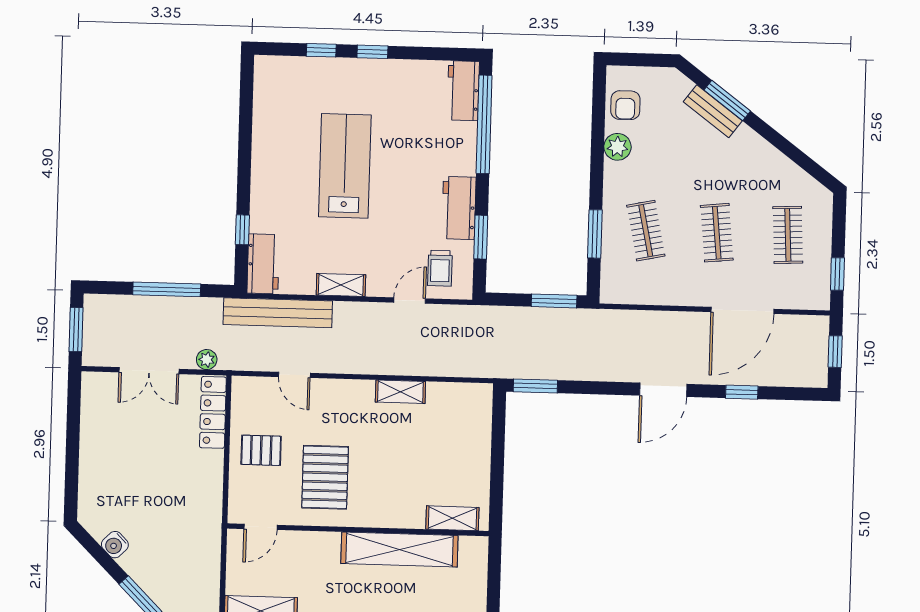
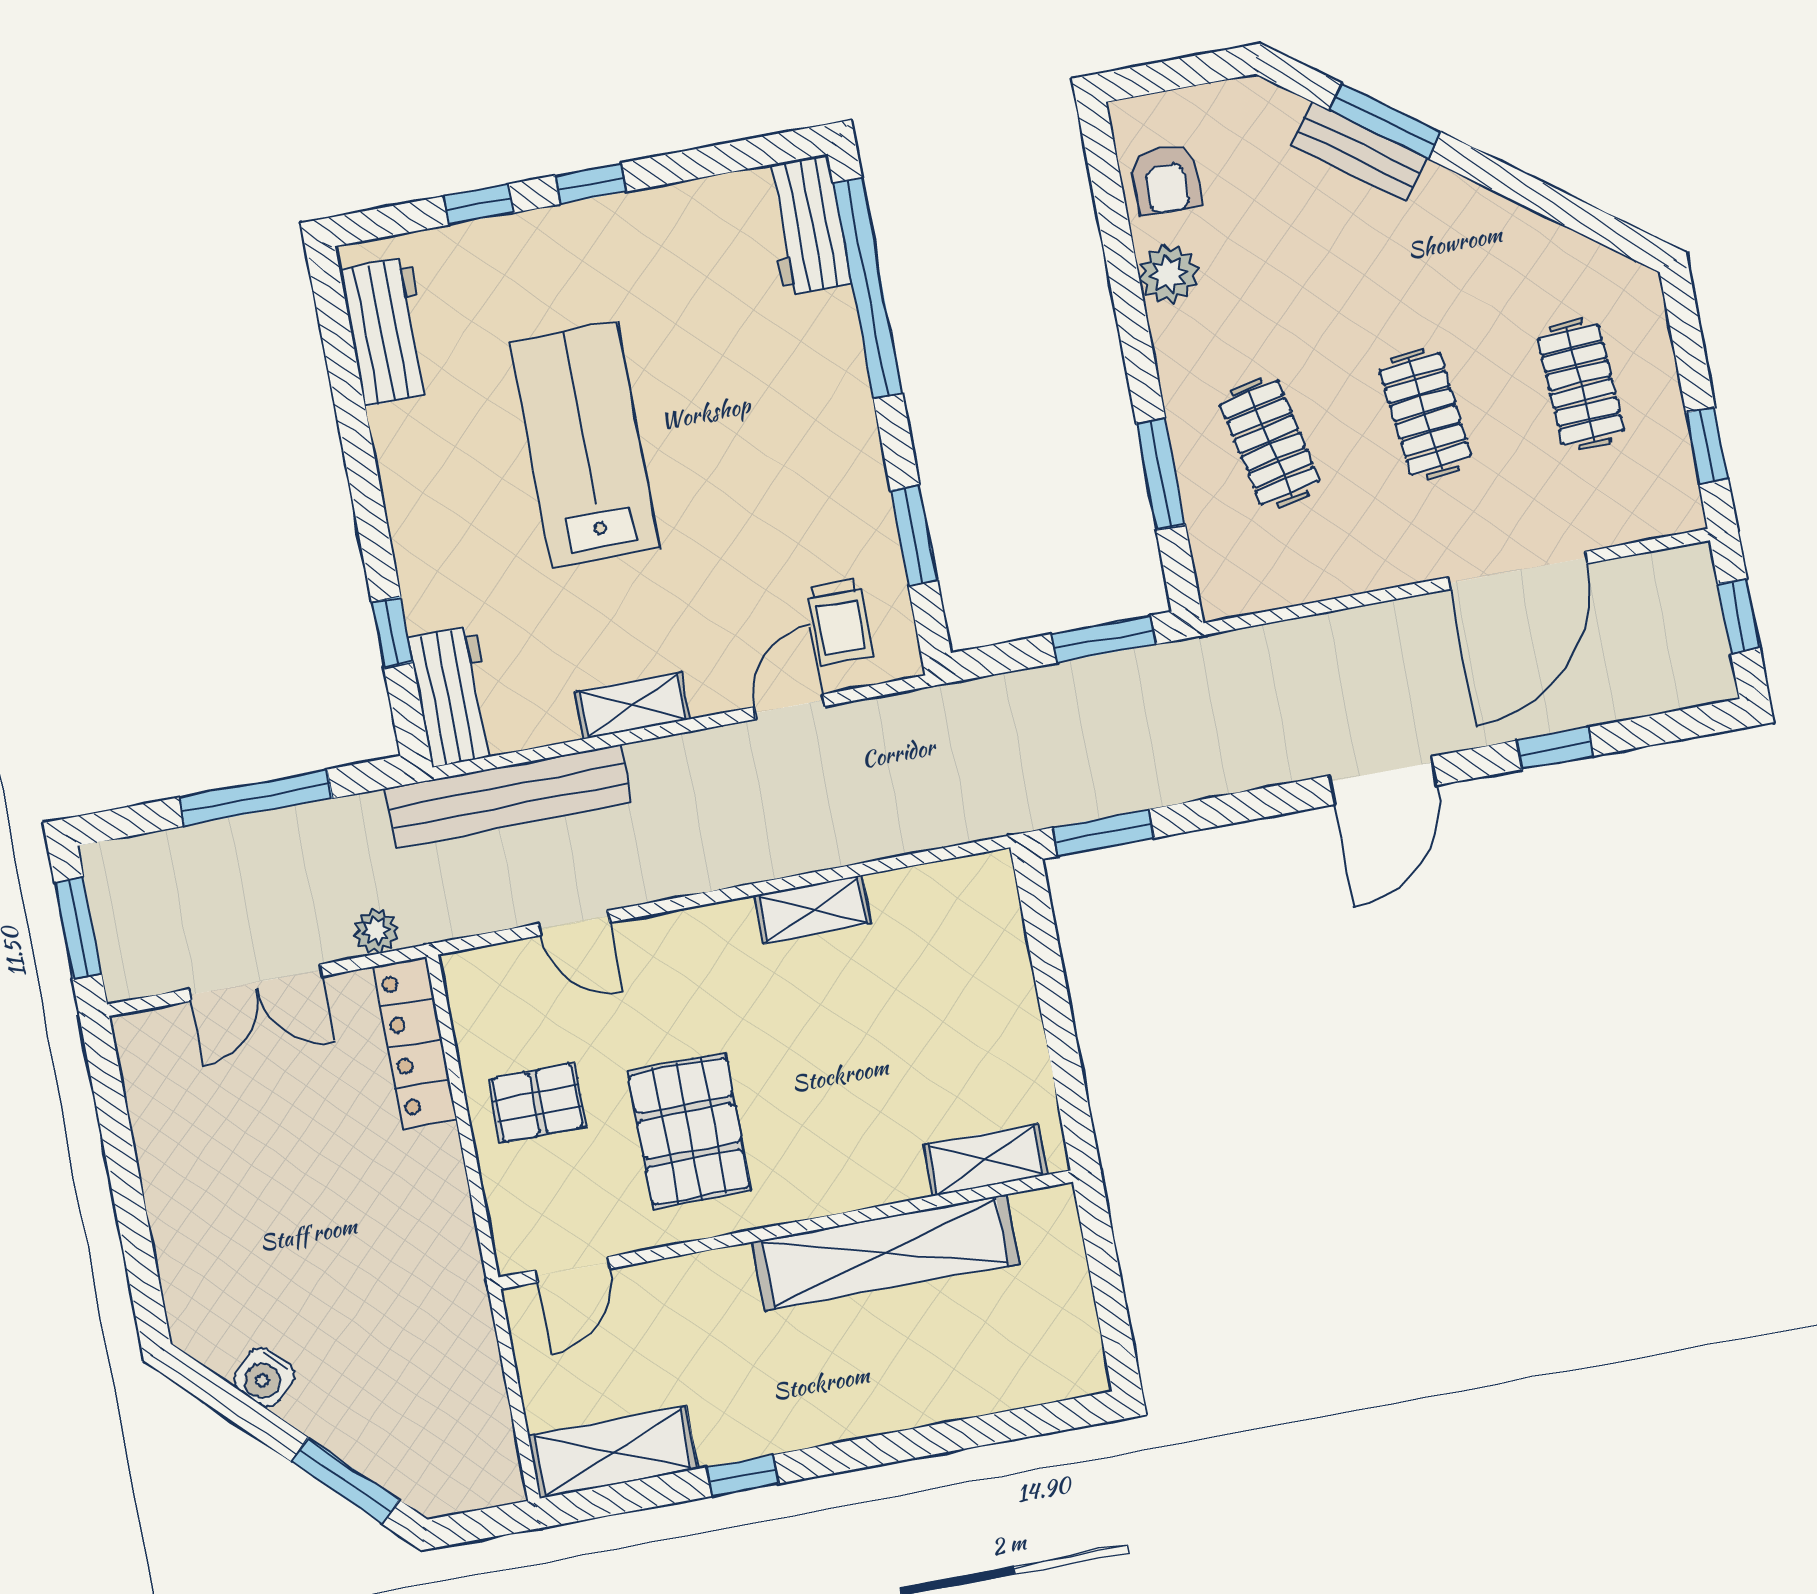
workbench: (459, 208) -> (387, 332), moved, turned 180

